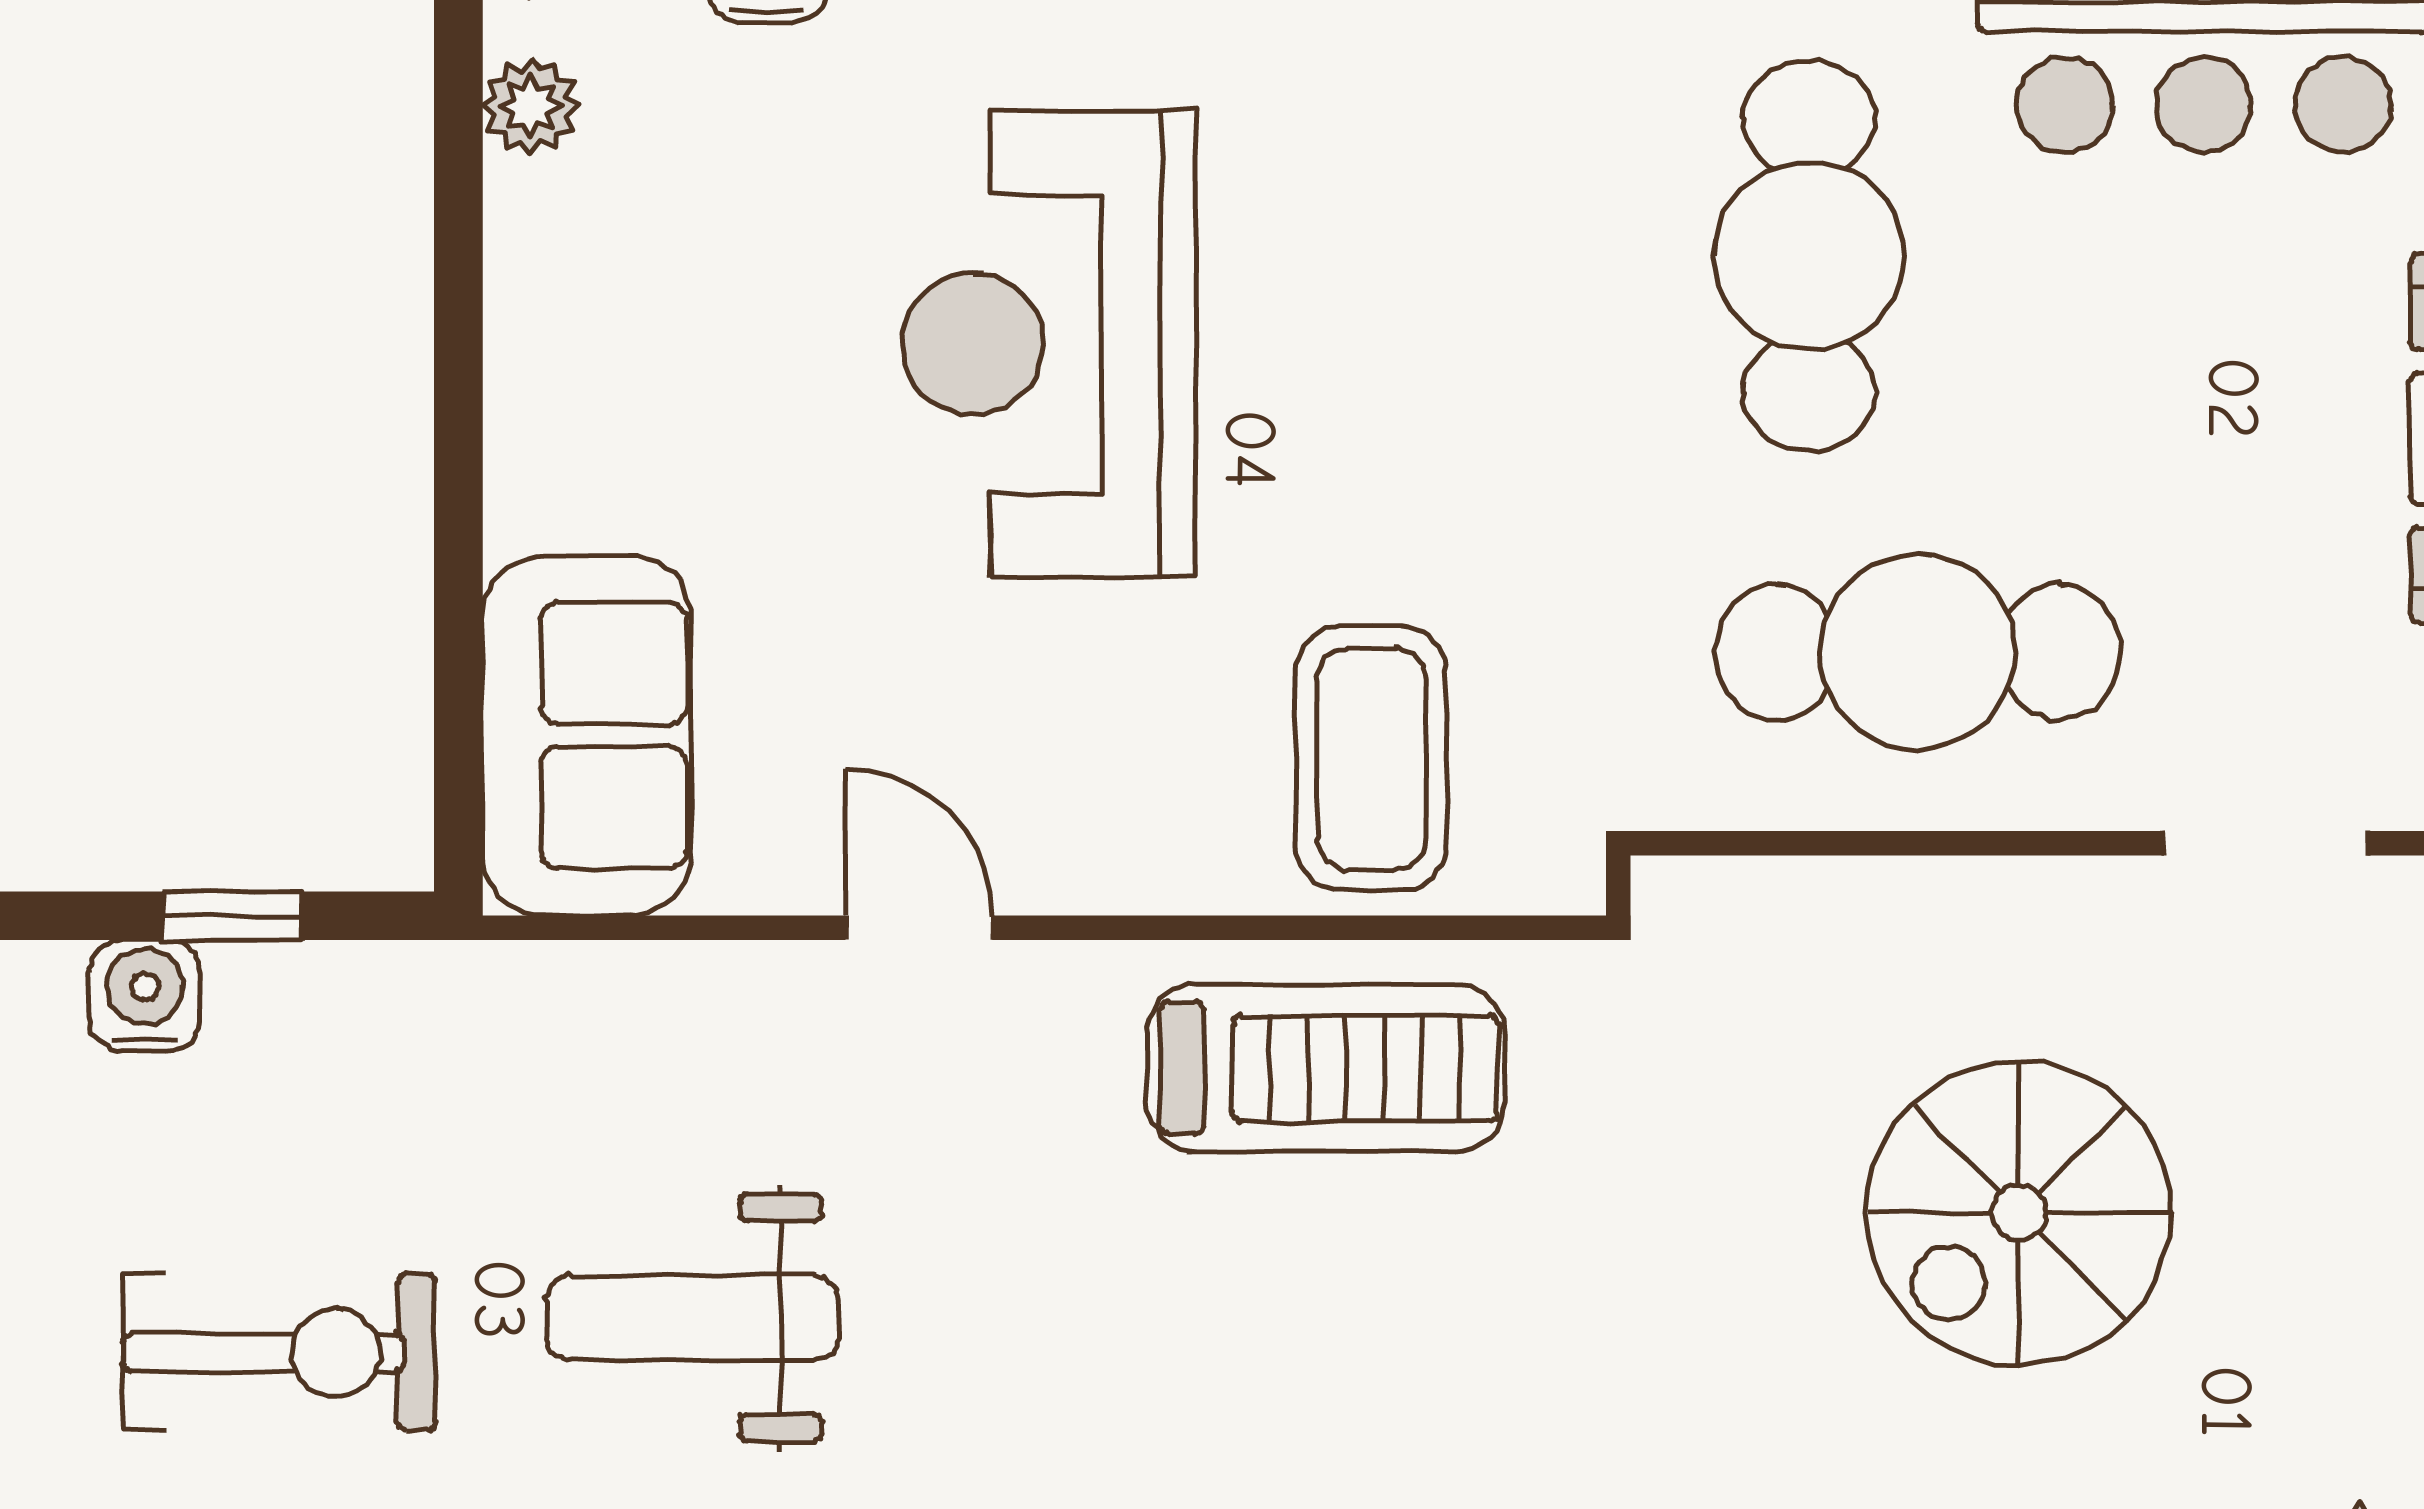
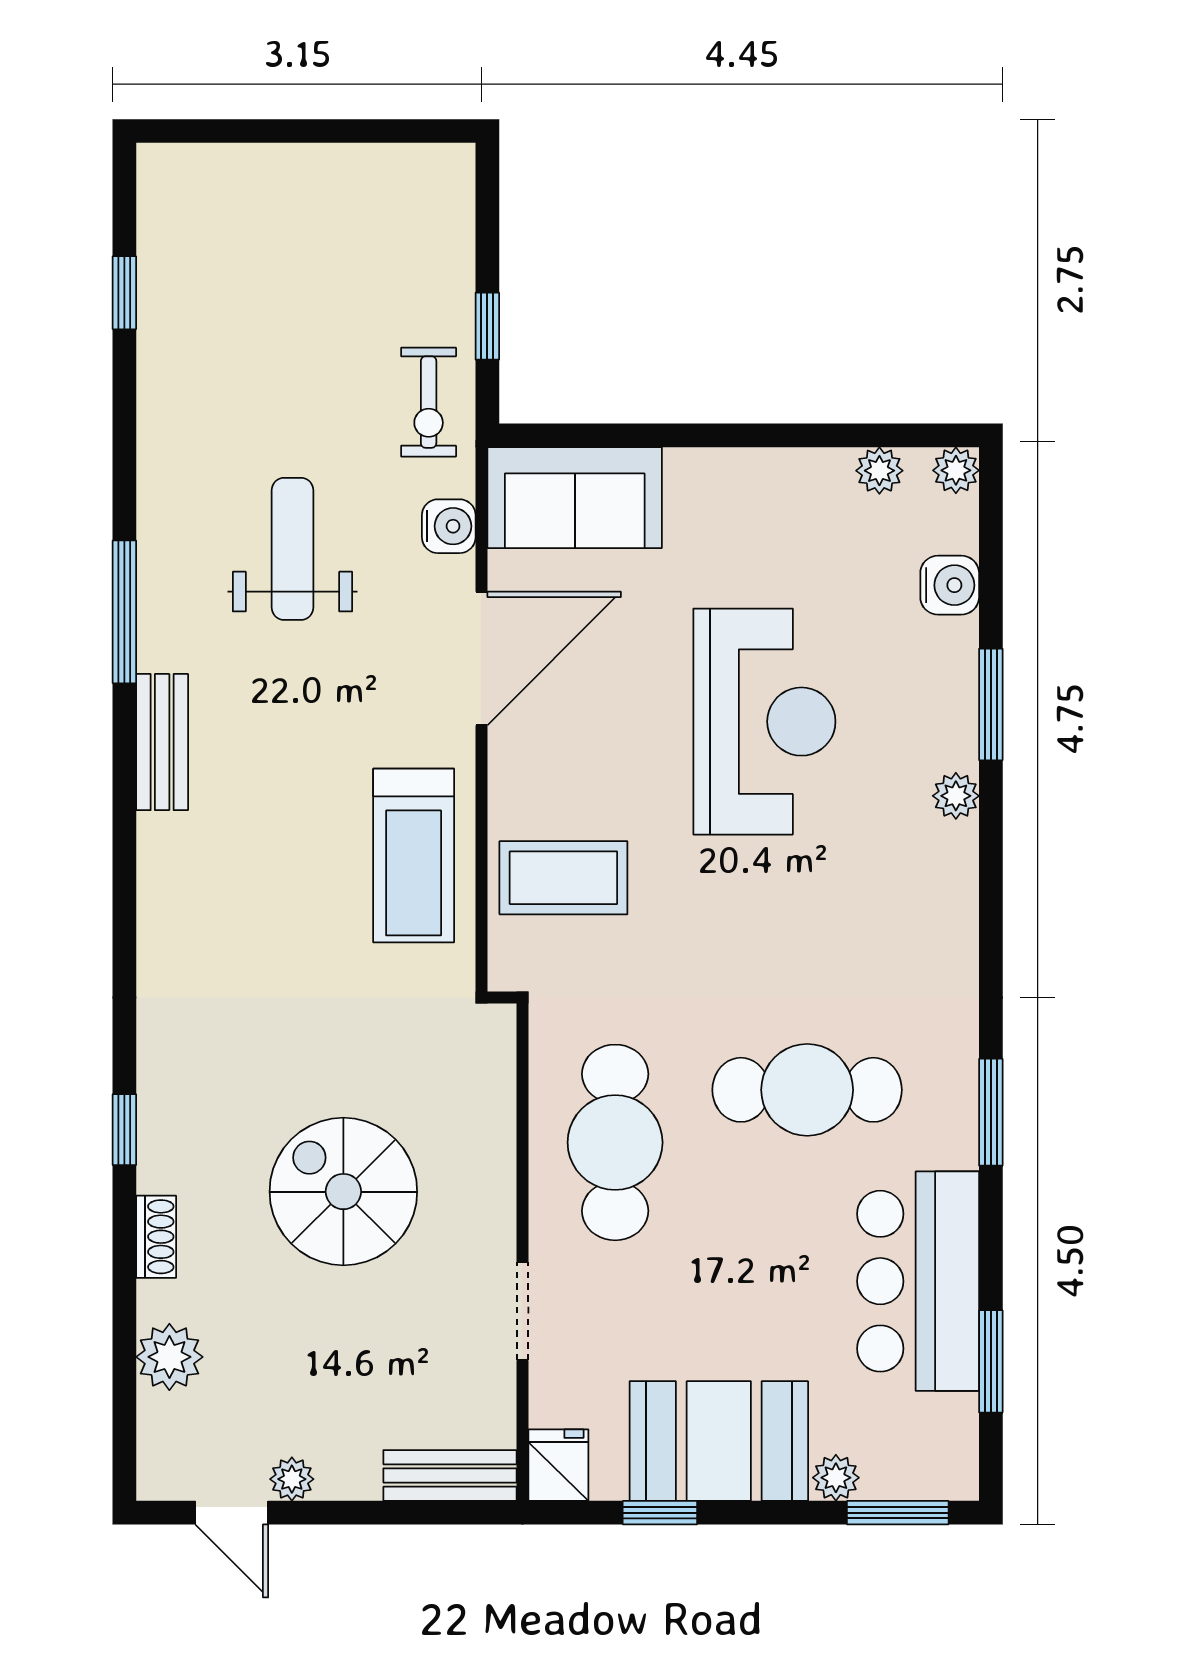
reception desk: (1049, 344) -> (764, 722), turned 90
door: (919, 928) -> (481, 659), width x1.87
water cooler: (145, 995) -> (449, 526), moved
exercise bike: (279, 1352) -> (429, 402), moved, width x0.73, depth x0.72

